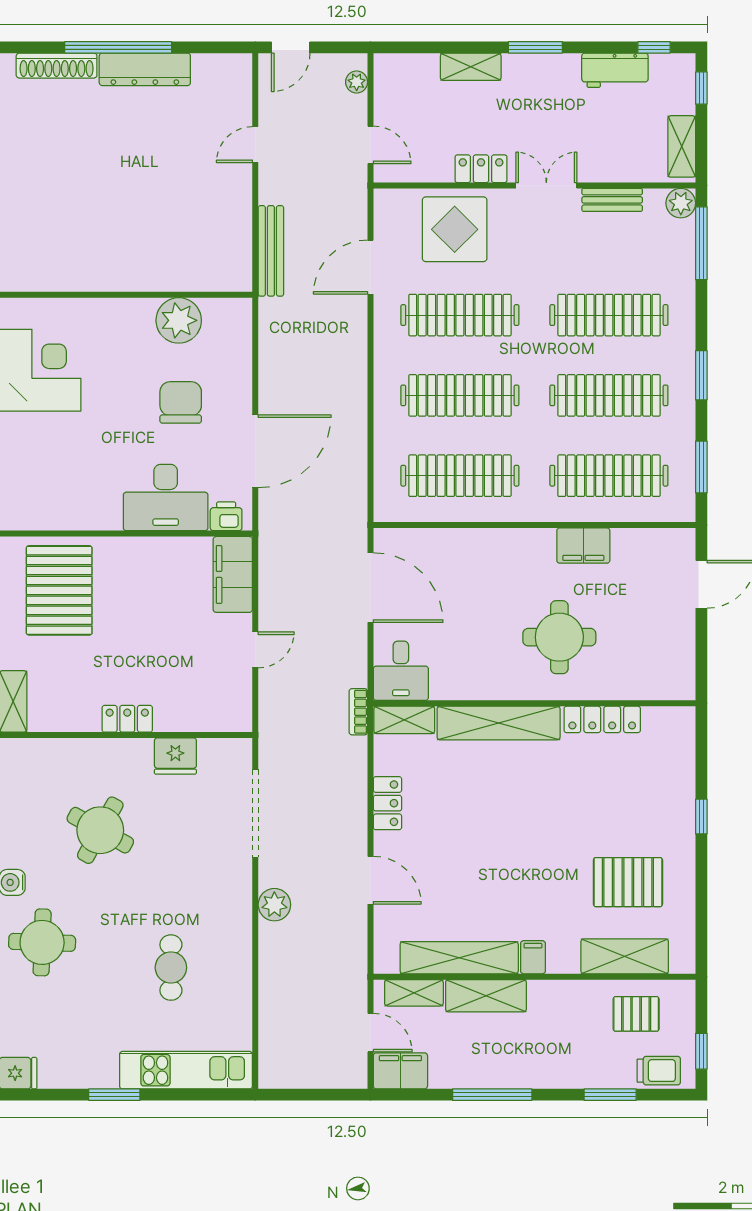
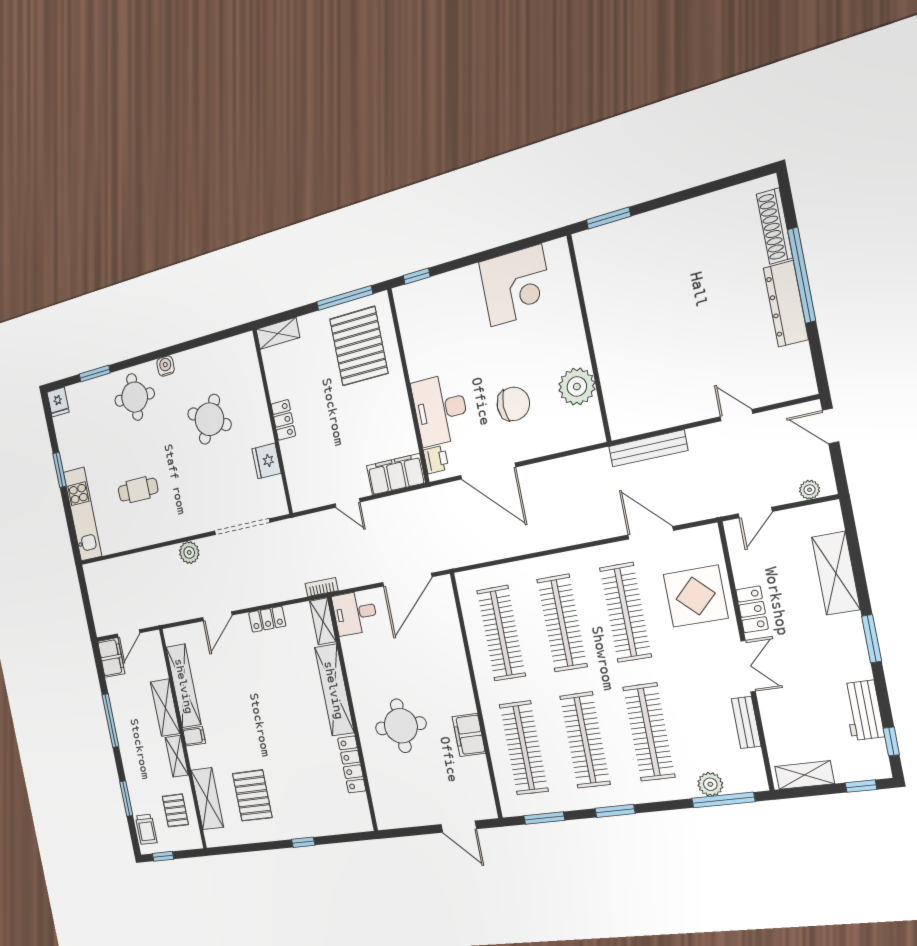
shelving: (471, 67) -> (836, 573), width x1.50, depth x1.33
plant: (681, 203) -> (710, 784), moved
pallet: (59, 590) -> (359, 346), turned 90
shelving: (414, 993) -> (177, 756), moved

